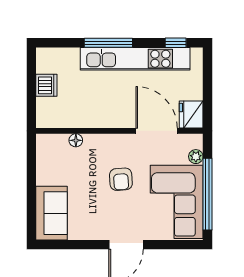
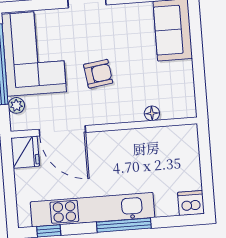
dishwasher: (46, 85) -> (191, 203), moved, turned 90
armchair: (121, 179) -> (98, 74), turned 86

